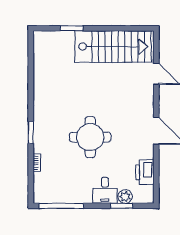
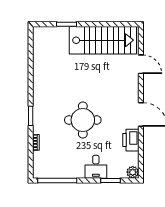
printer: (145, 172) -> (131, 140), moved
plant: (125, 197) -> (133, 172), moved

